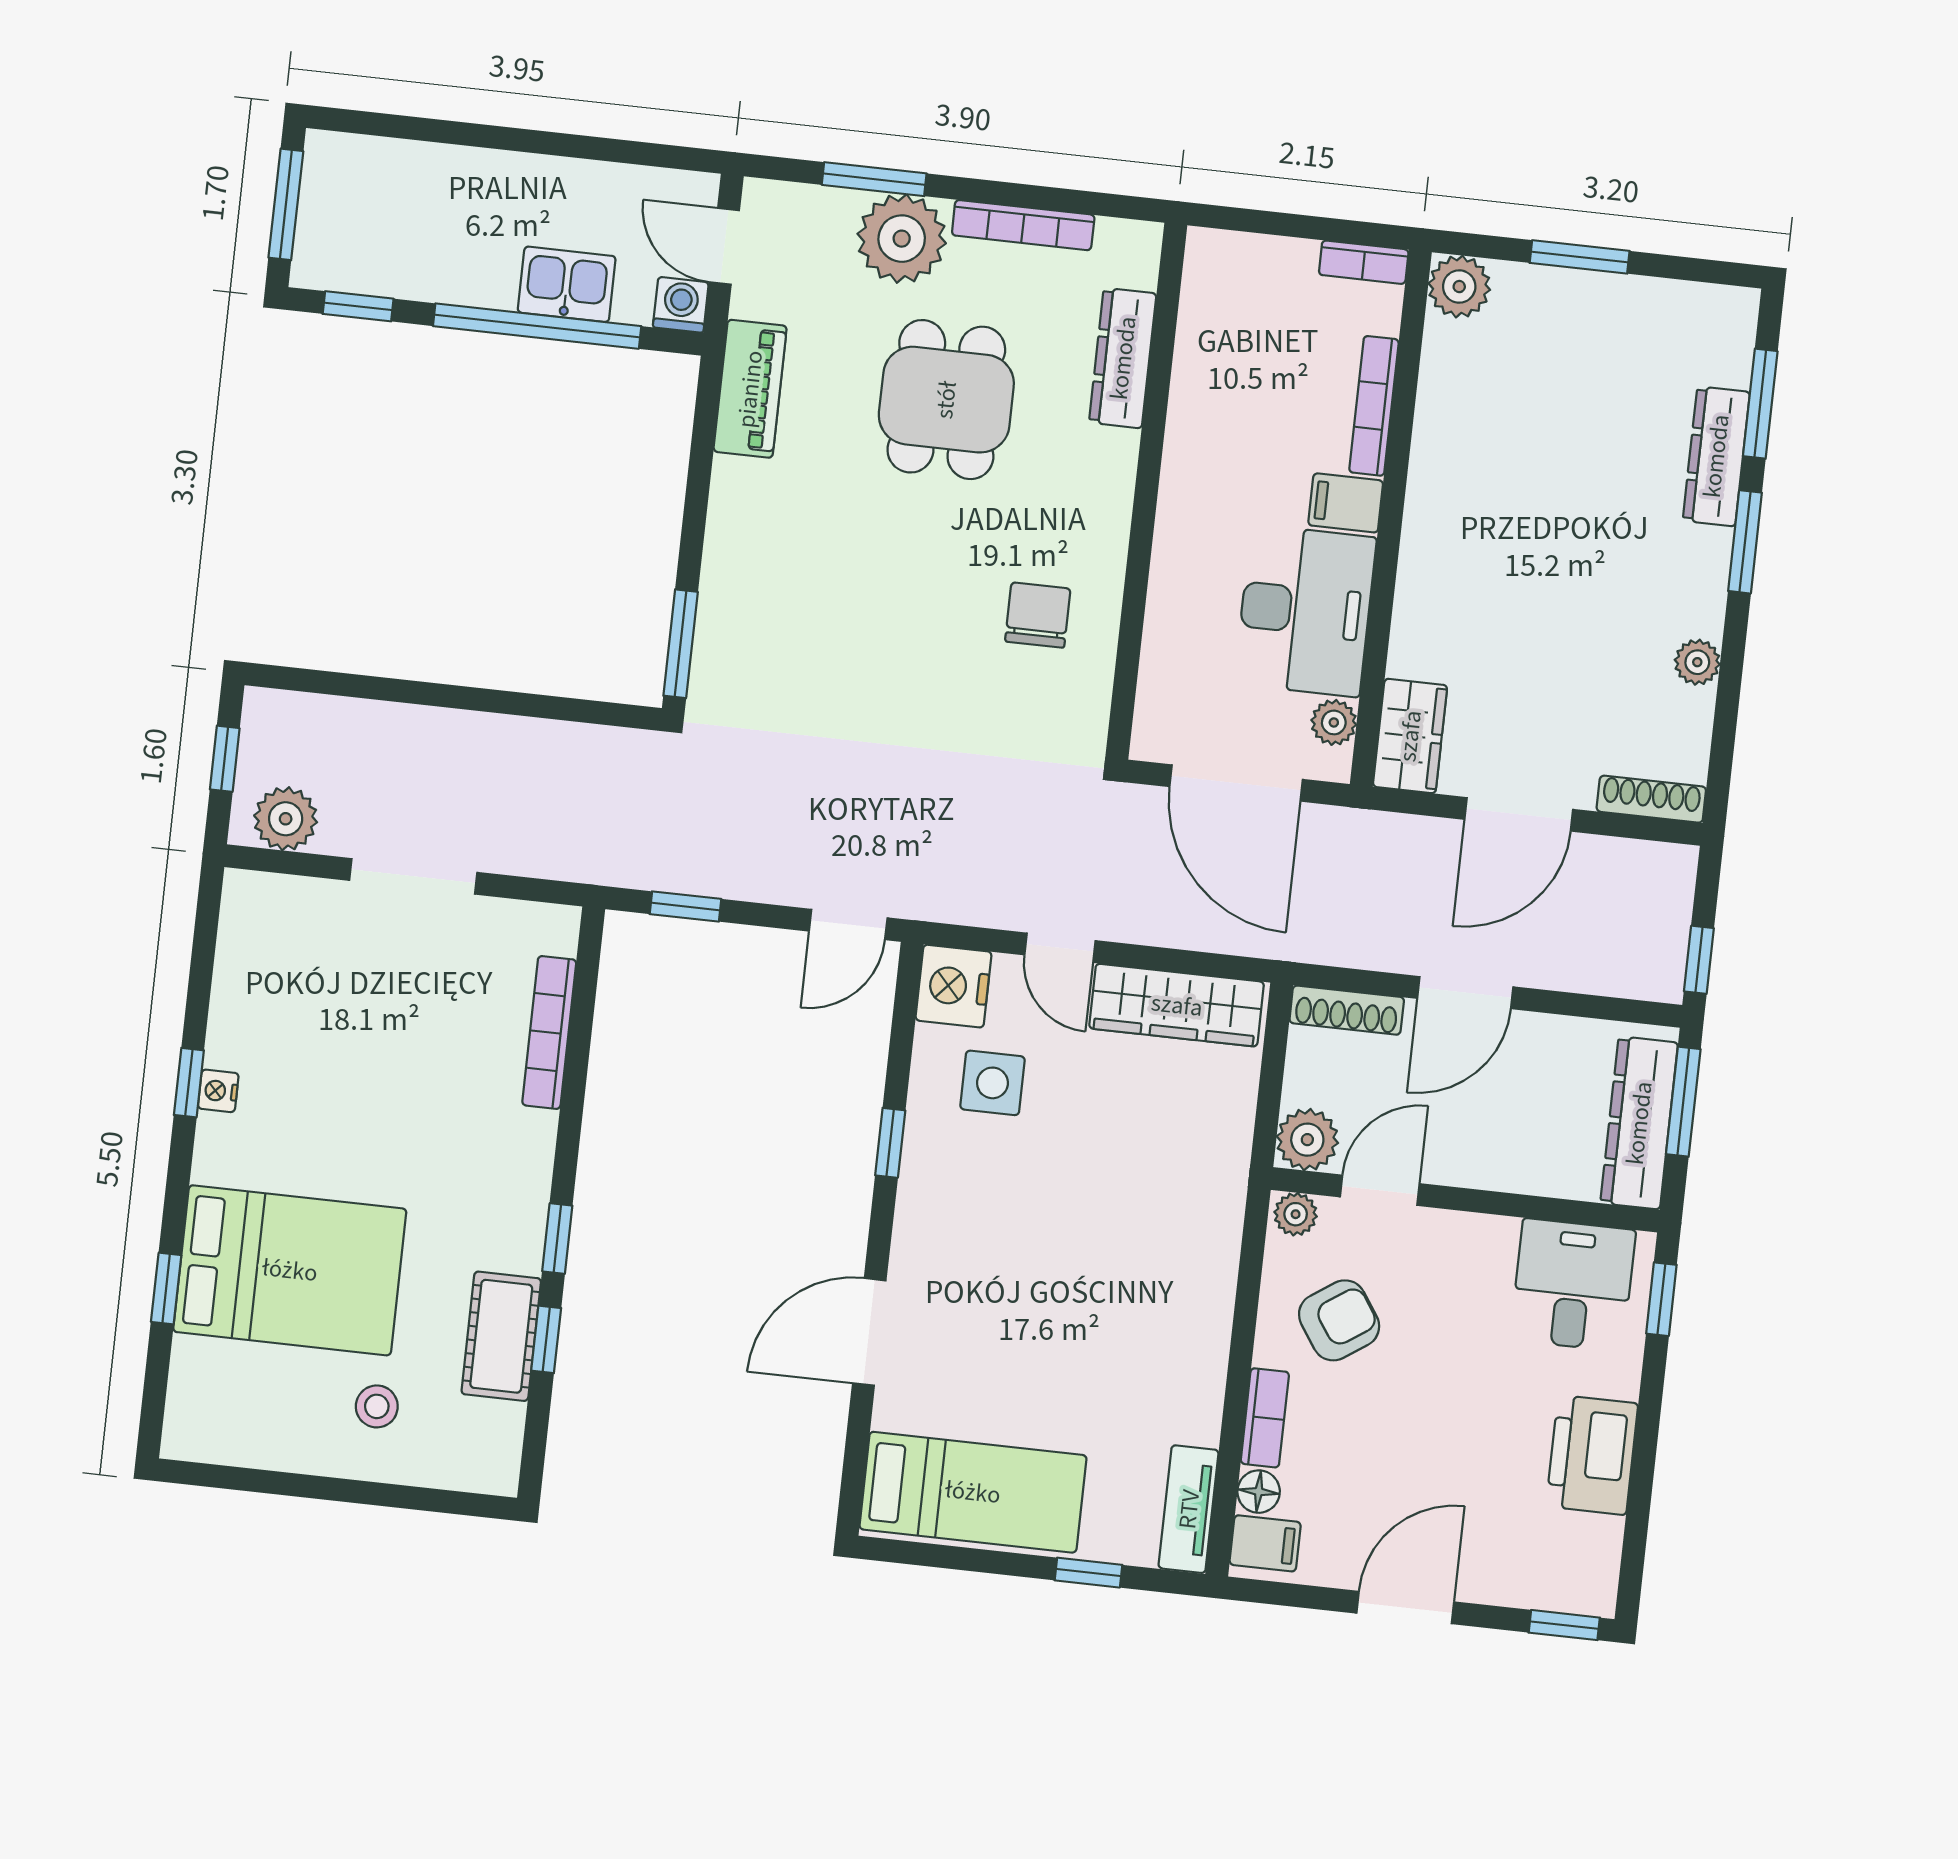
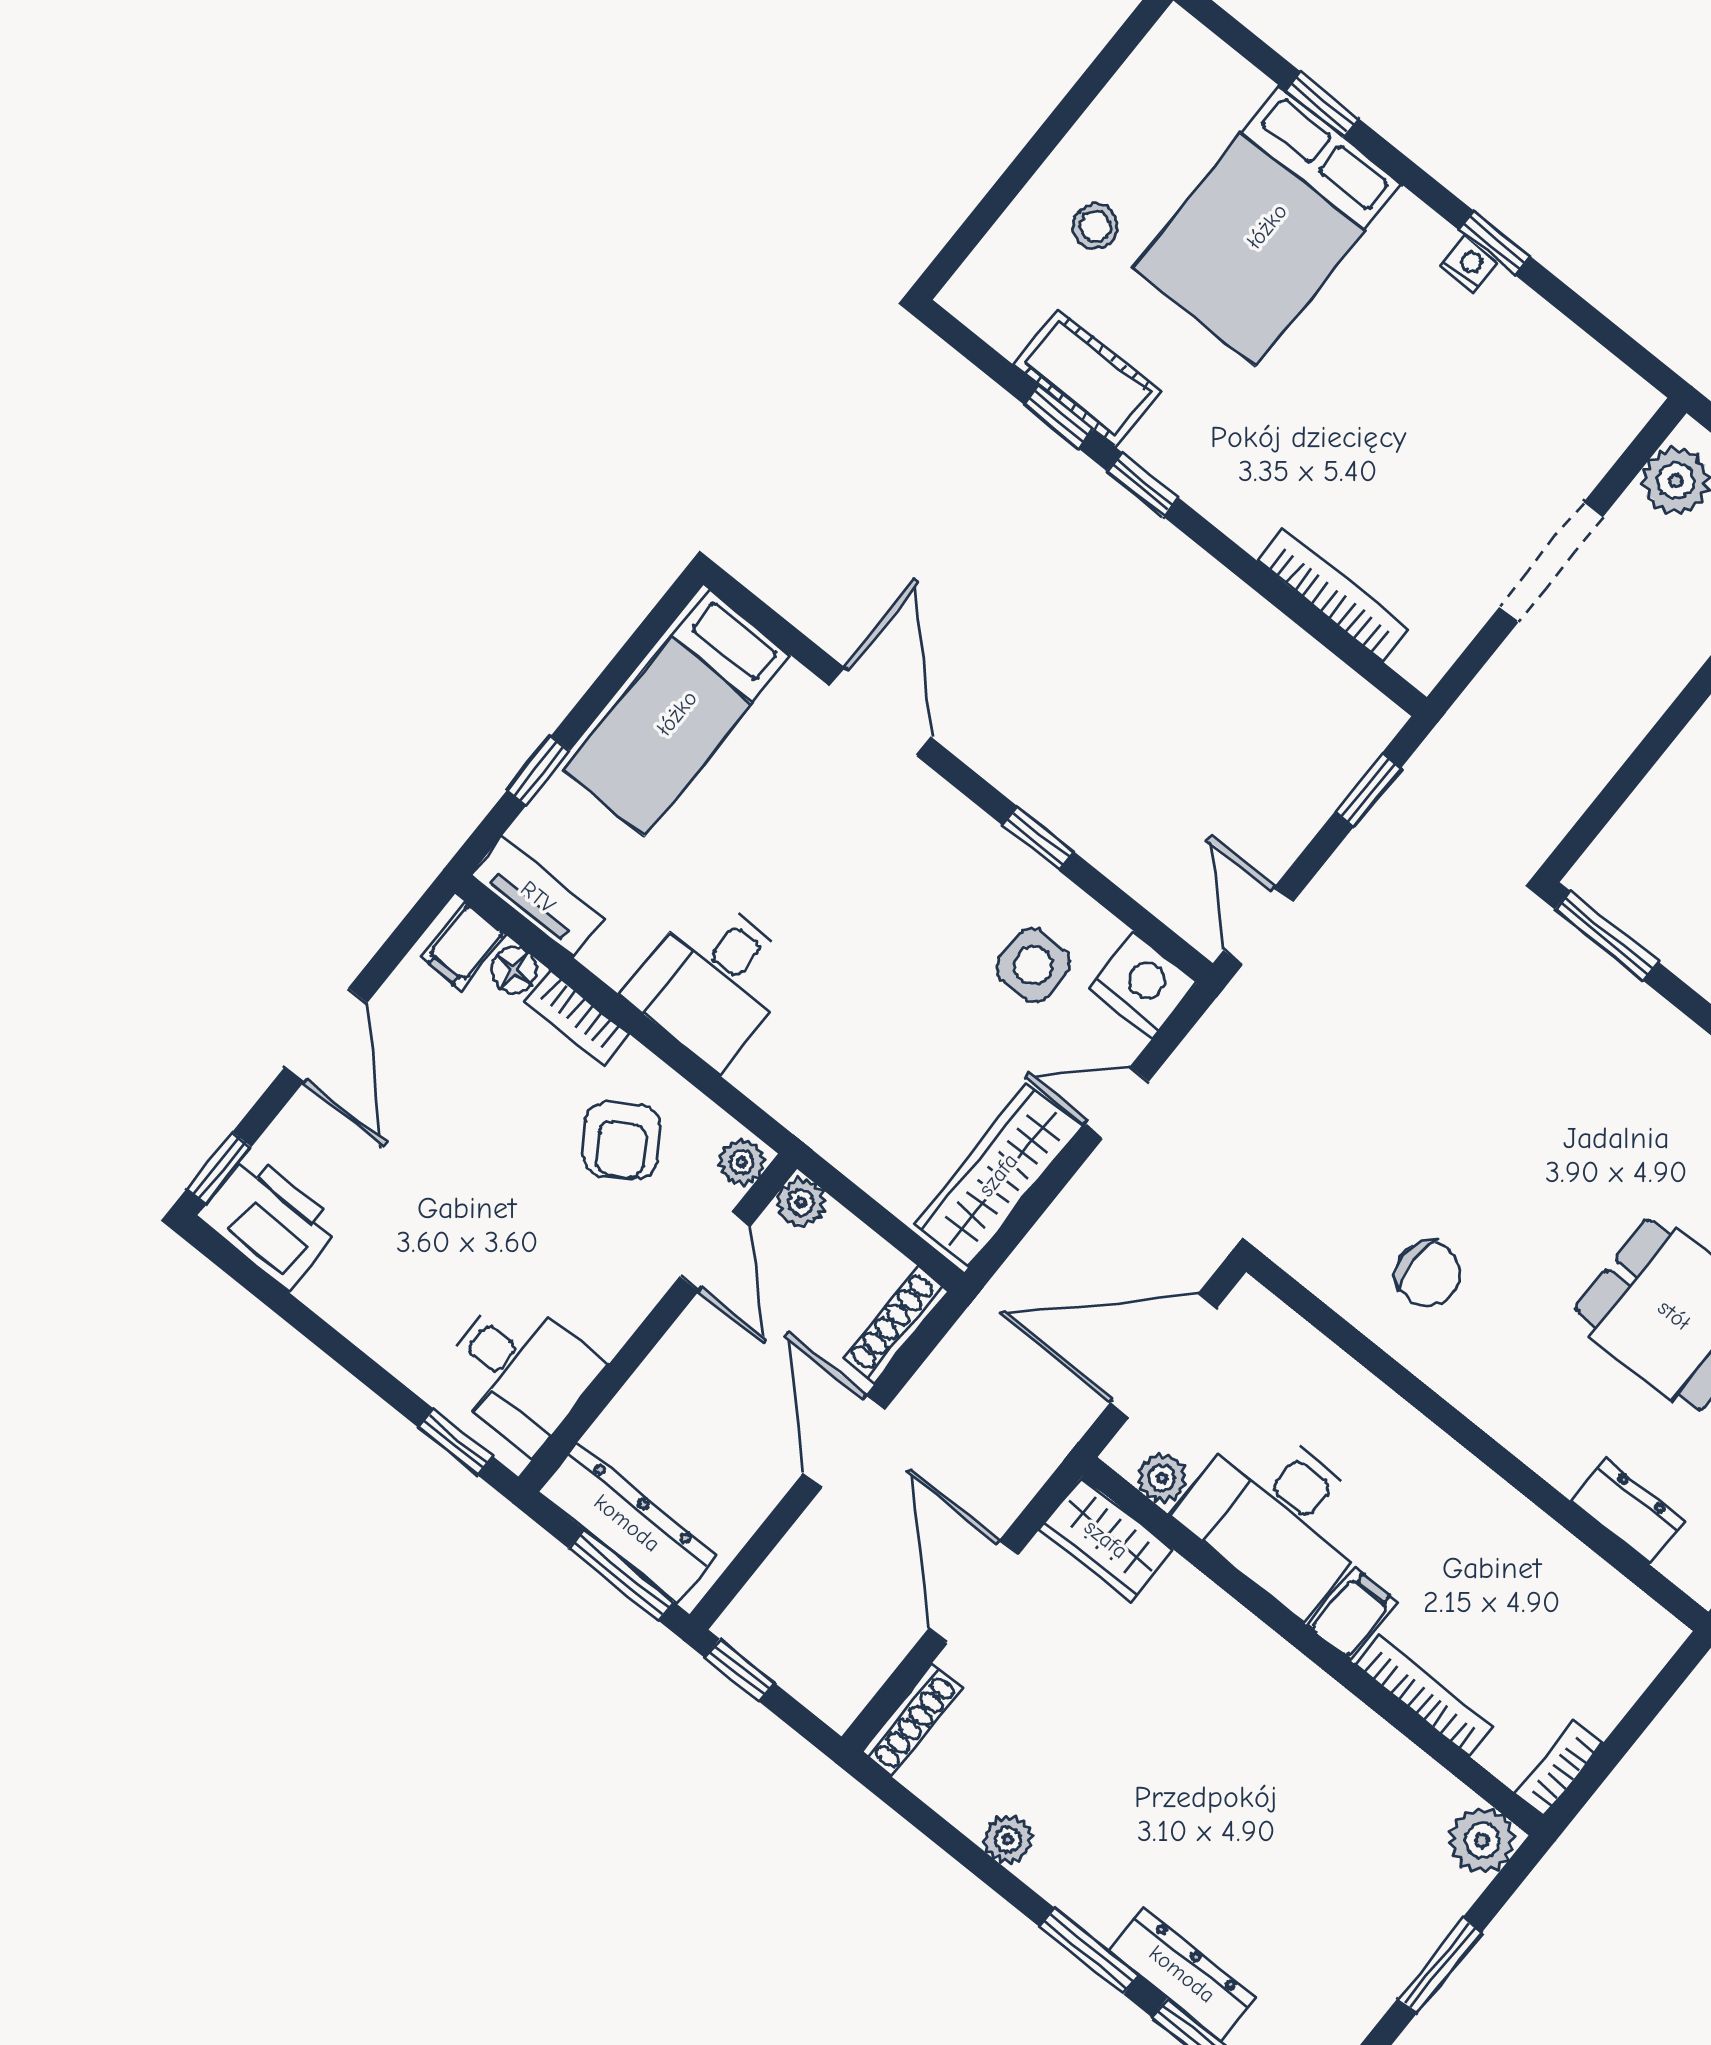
dresser: (1123, 358) -> (1628, 1511), width x0.70
plant: (1307, 1140) -> (801, 1203), width x0.73, depth x0.73
desk: (1167, 1329) -> (712, 981), added
printer: (1592, 1455) -> (269, 1221), moved

